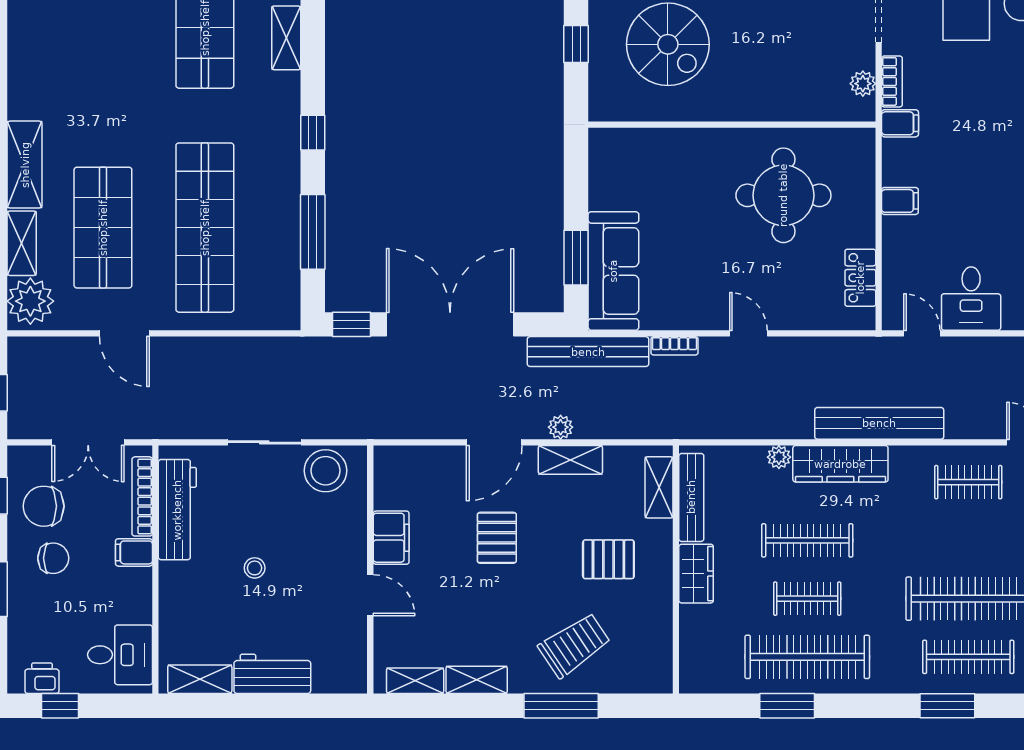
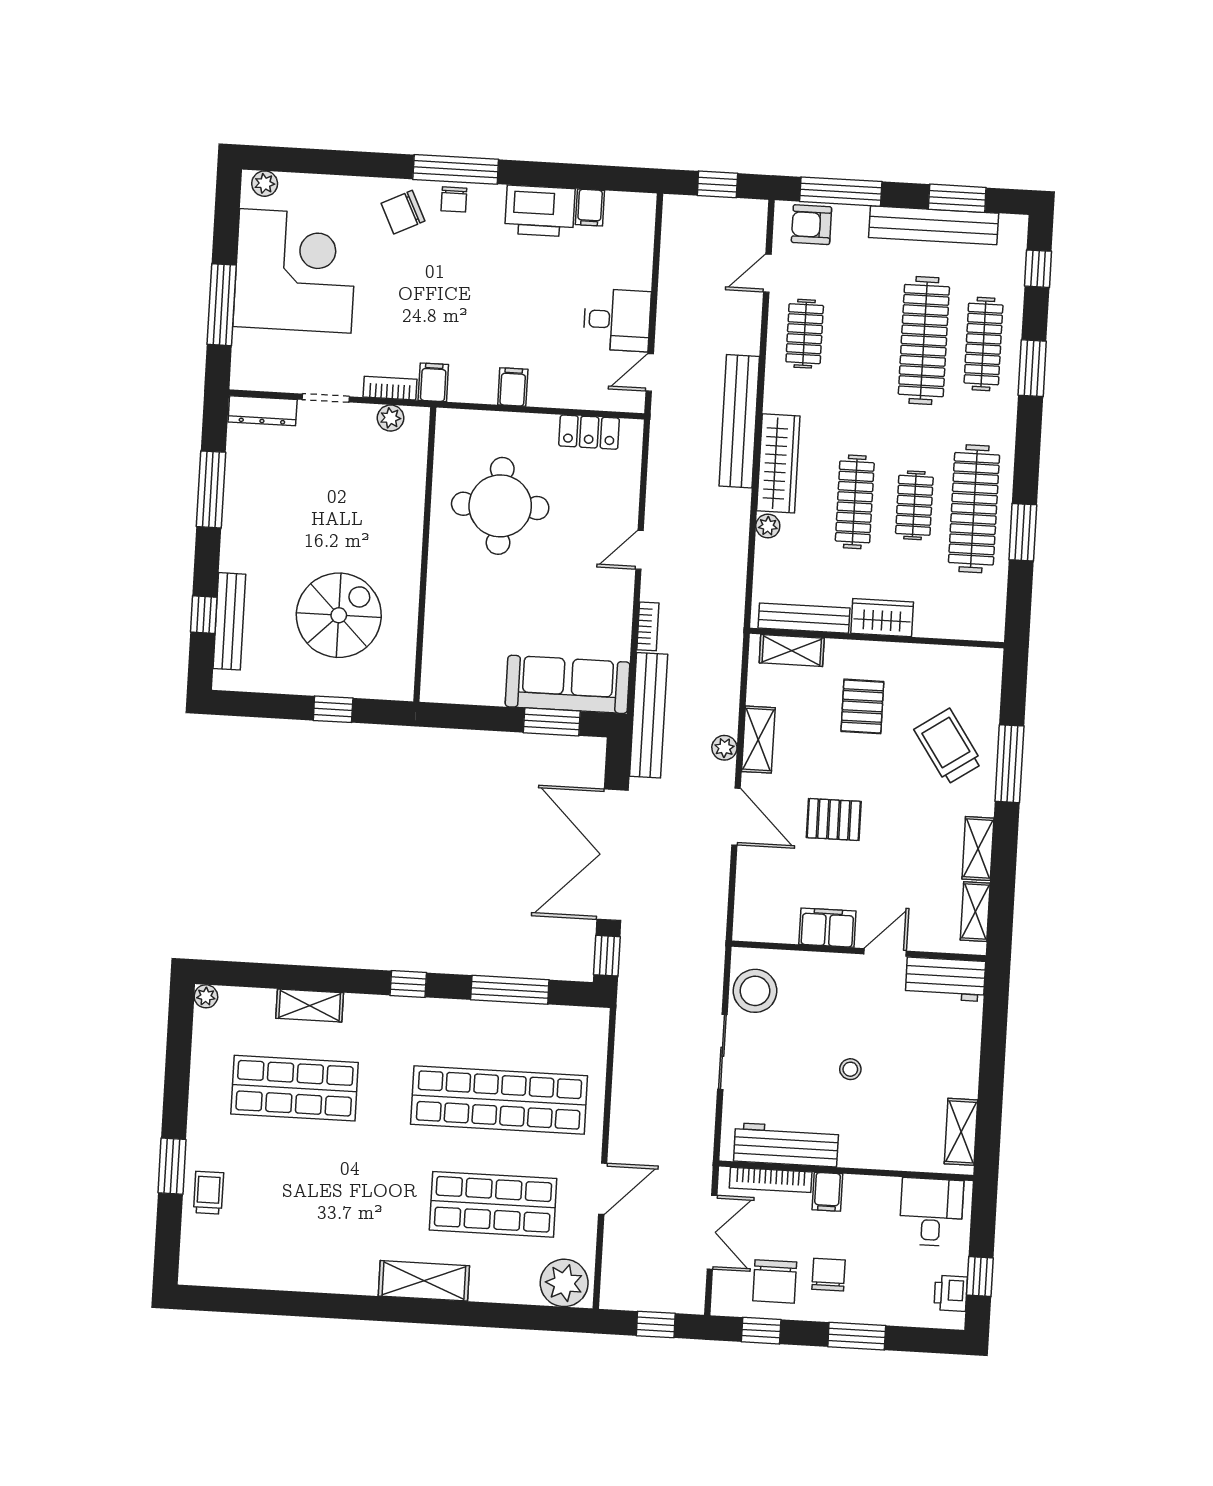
shelving: (22, 243) -> (504, 1288), removed
workbench: (272, 674) -> (945, 979), moved, turned -90

